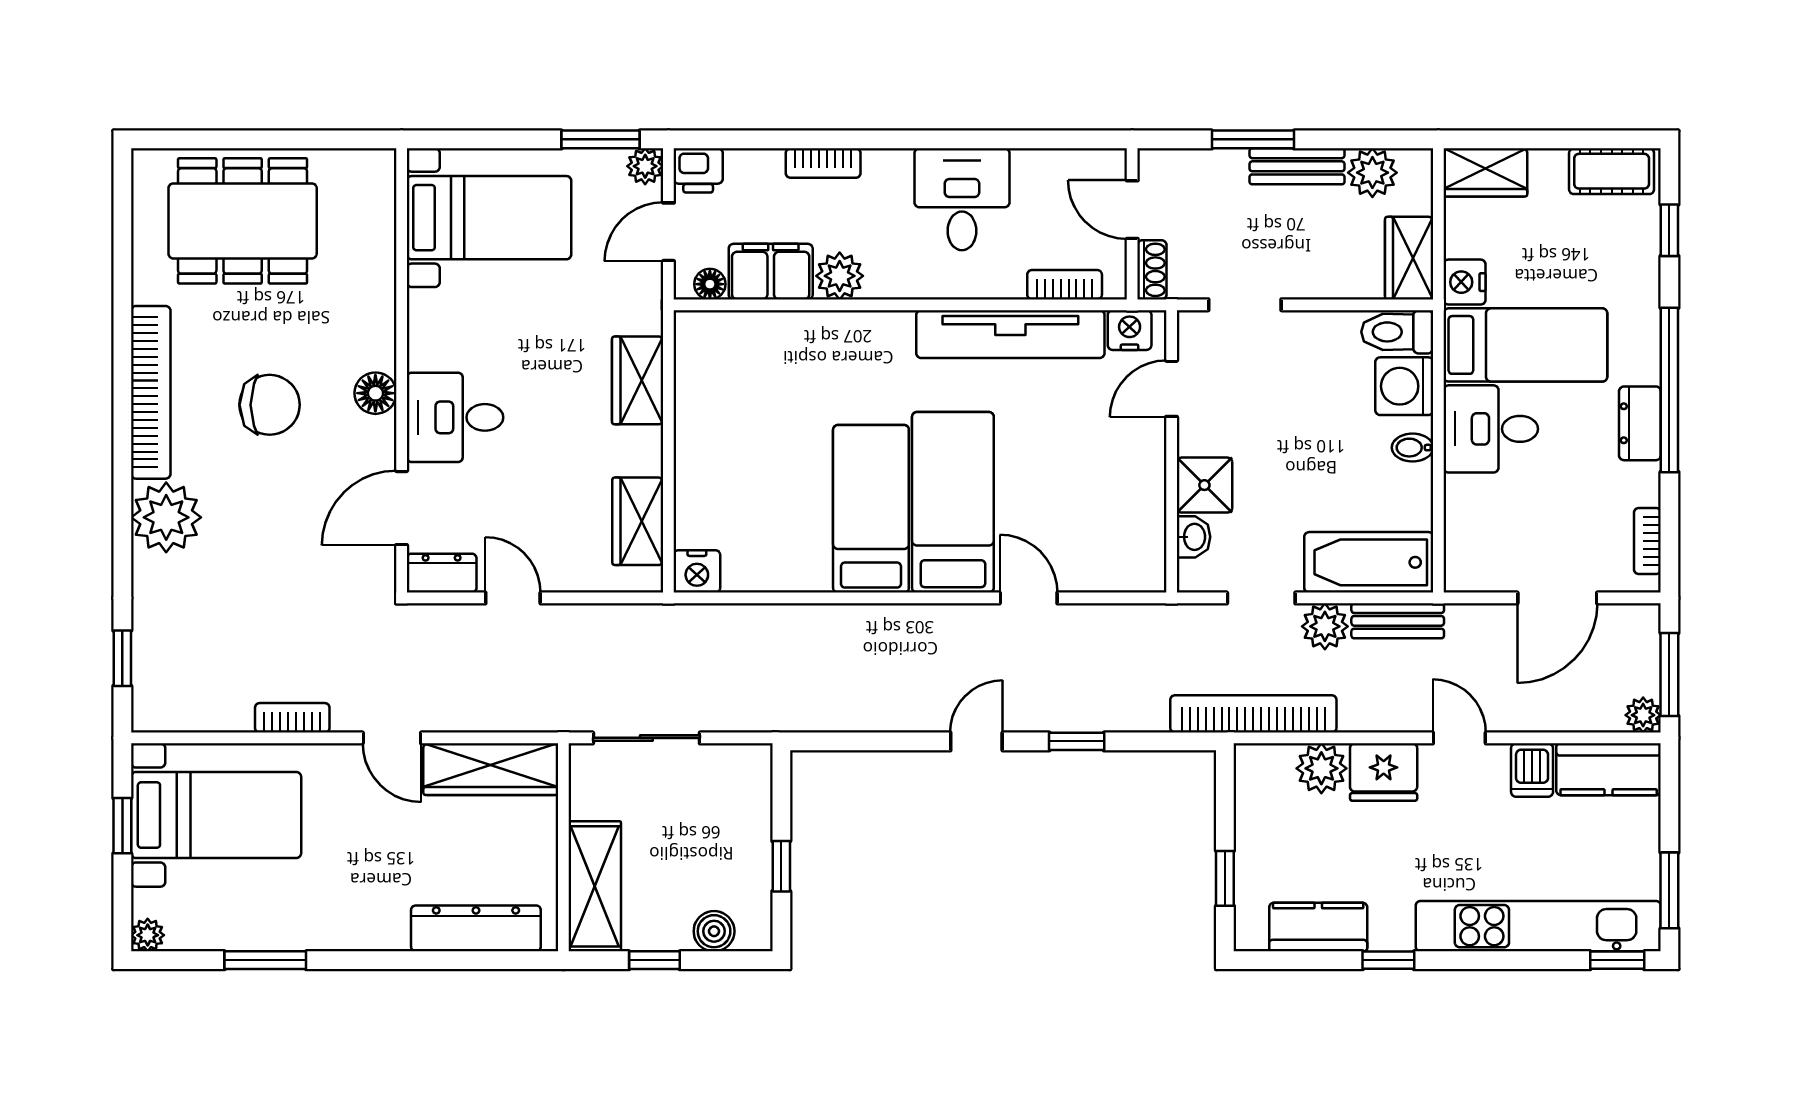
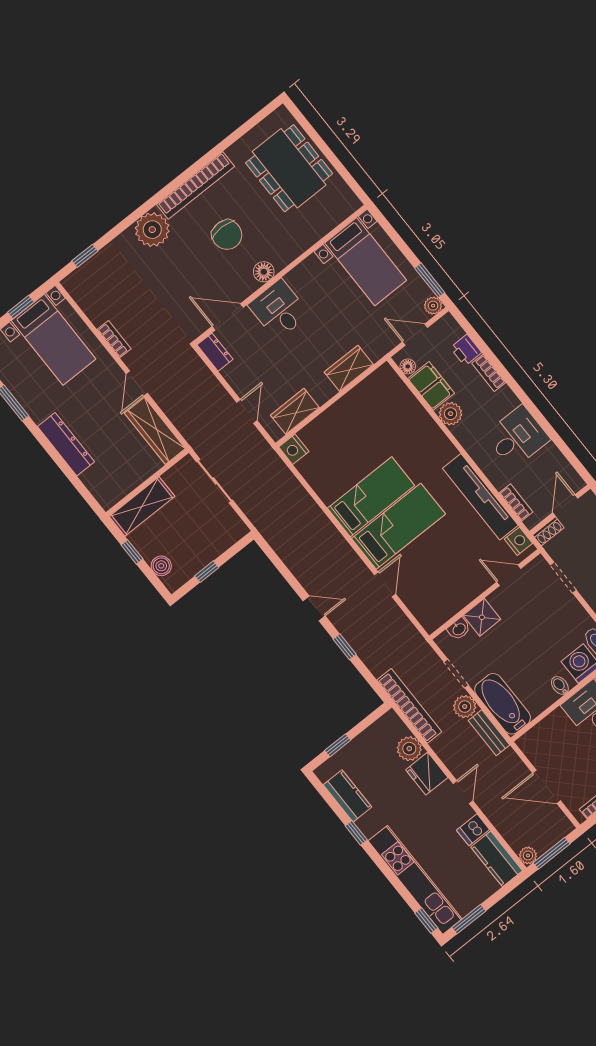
printer: (698, 170) -> (466, 350), moved
door: (513, 598) -> (247, 411), moved
dresser: (476, 928) -> (66, 444), moved

